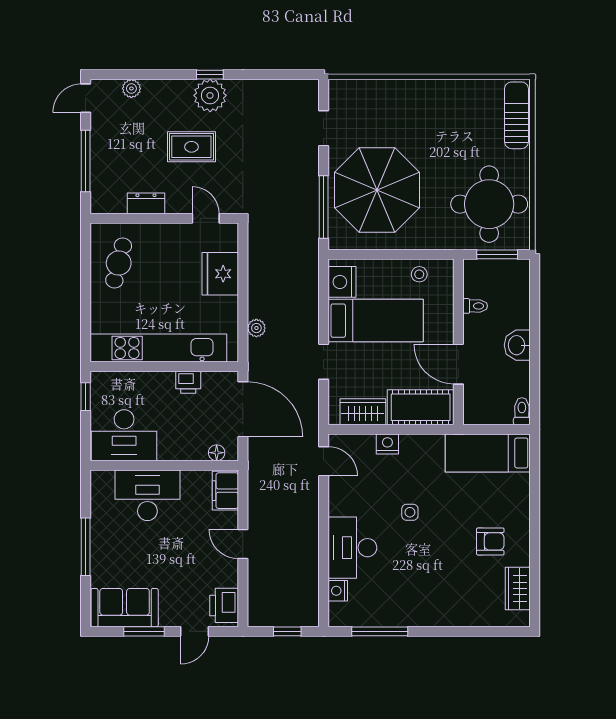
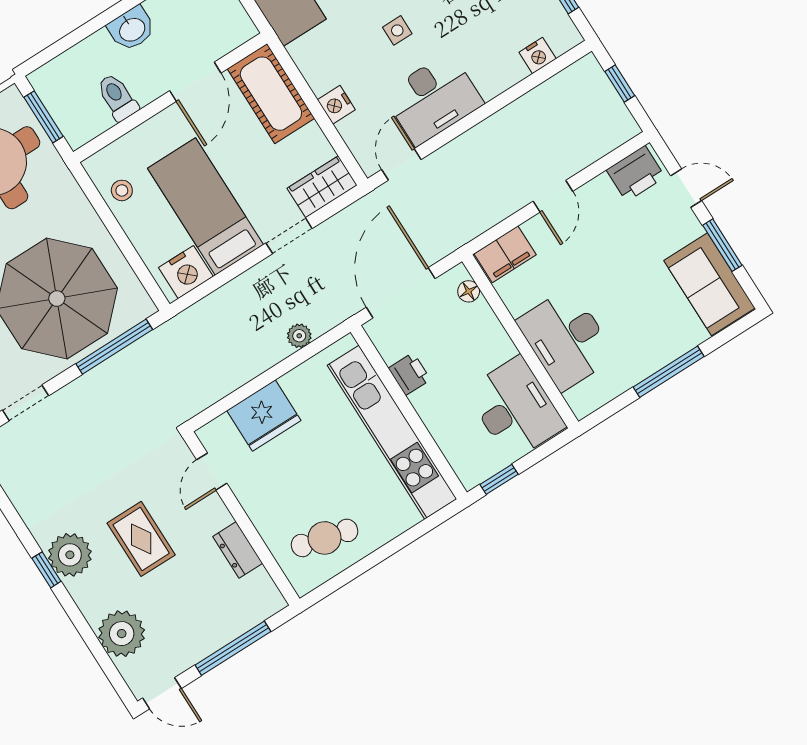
plant: (131, 88) -> (122, 634), width x1.87, depth x1.87
toilet: (475, 306) -> (117, 97), width x1.37, depth x1.39
wardrobe: (363, 412) -> (322, 187), moved, turned 90
desk: (352, 548) -> (433, 99), moved

